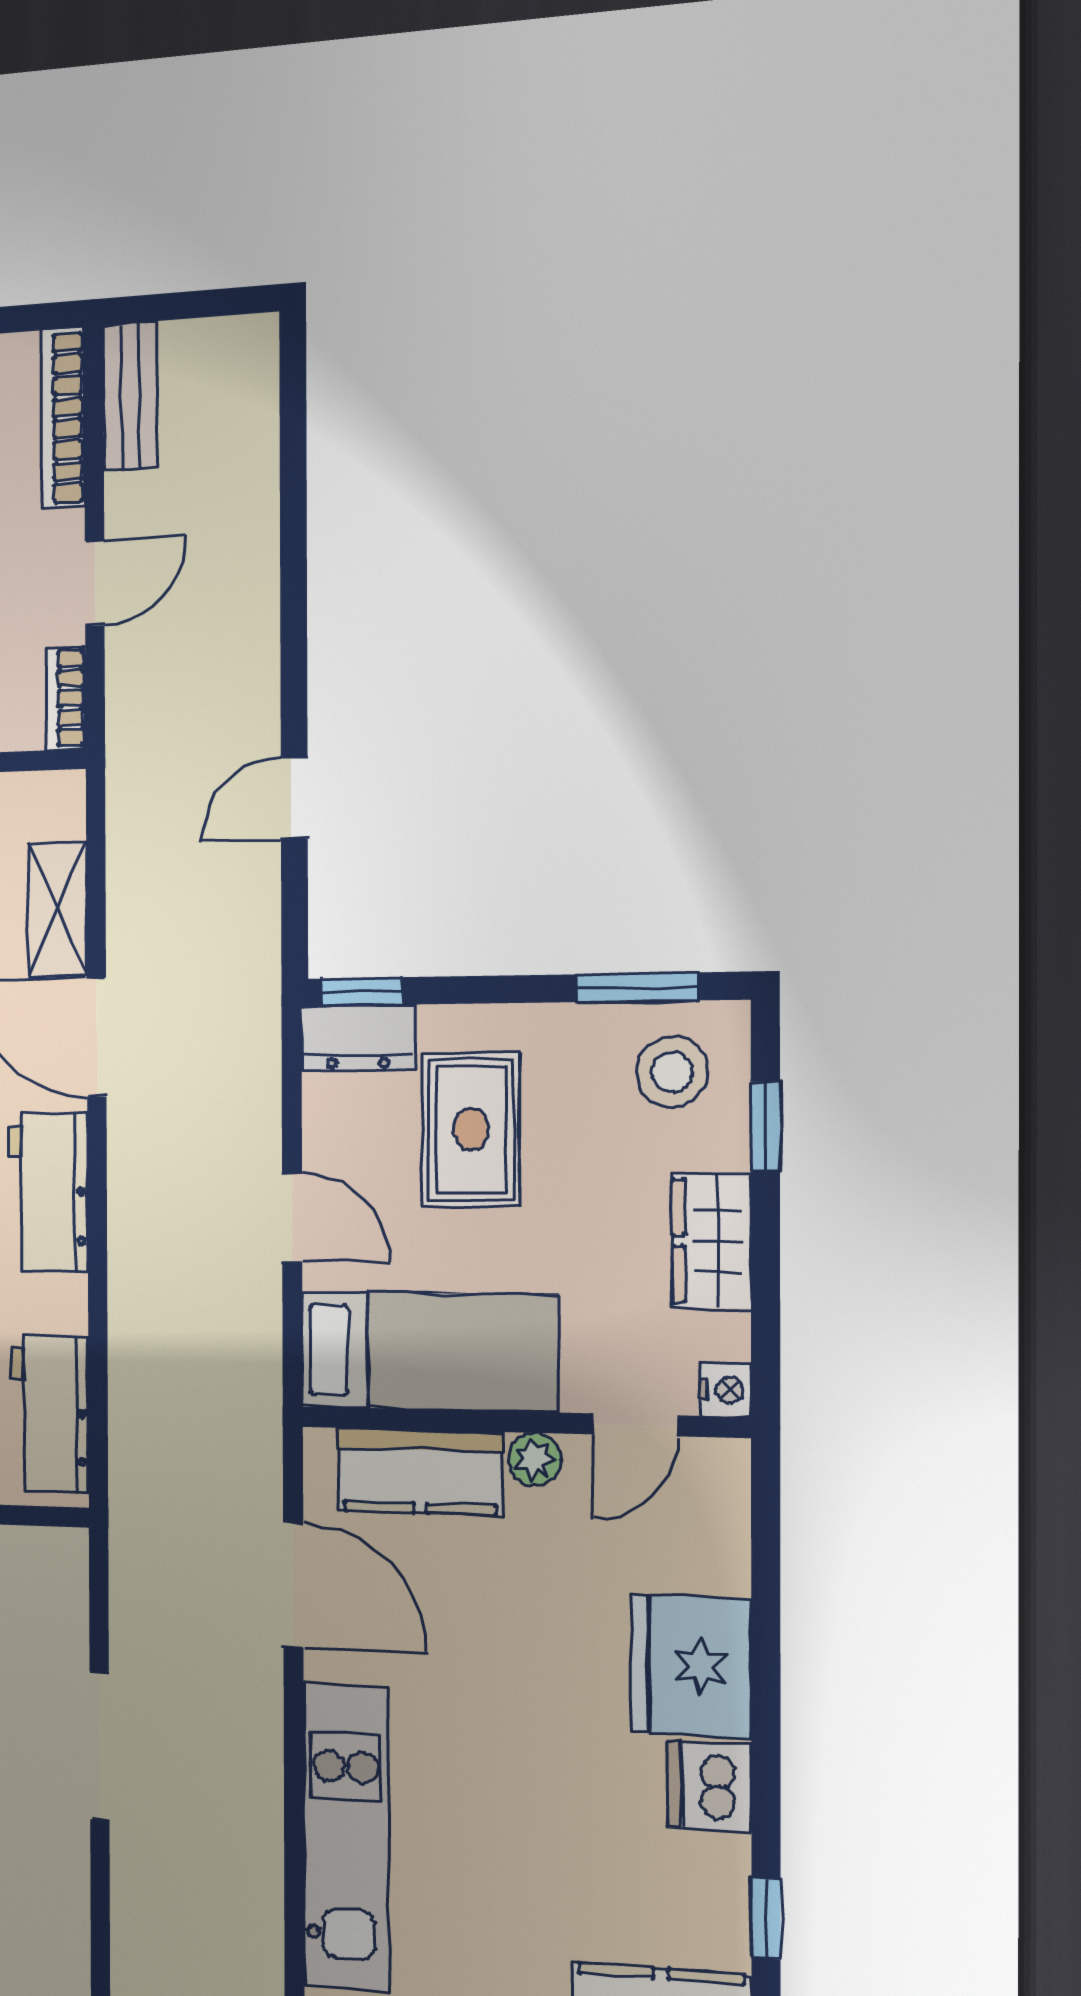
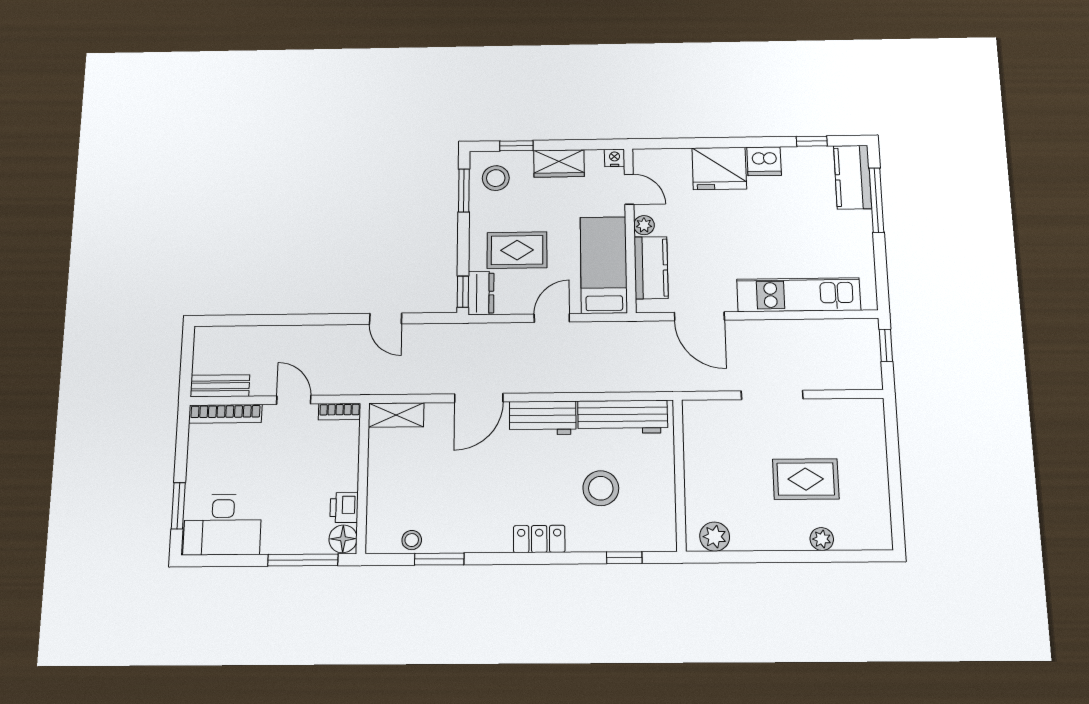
shelving: (58, 909) -> (396, 415), moved
workbench: (50, 1414) -> (623, 417), width x1.38
door: (293, 1585) -> (699, 316), swing flipped

